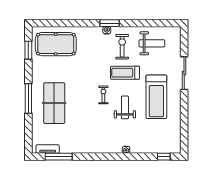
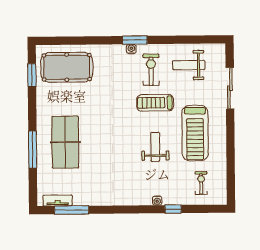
weight bench: (152, 43) -> (189, 65), turned 180
sliding door: (184, 73) -> (230, 88), moved
exercise bike: (103, 95) -> (201, 183), moved
window: (28, 99) -> (33, 150), moved
window: (164, 157) -> (173, 209), moved

